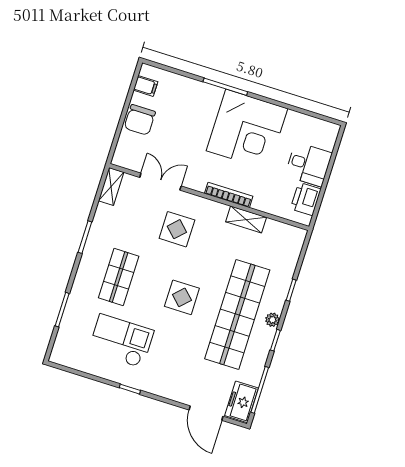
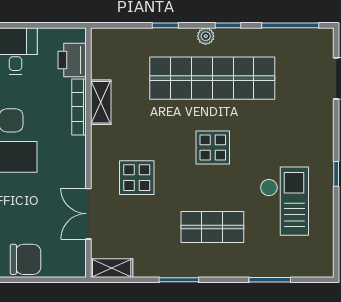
bookcase: (229, 195) -> (79, 107), moved
printer: (306, 199) -> (72, 60), moved, turned 90
checkout: (121, 341) -> (284, 201), turned 180
freezer: (242, 402) -> (310, 42), removed

